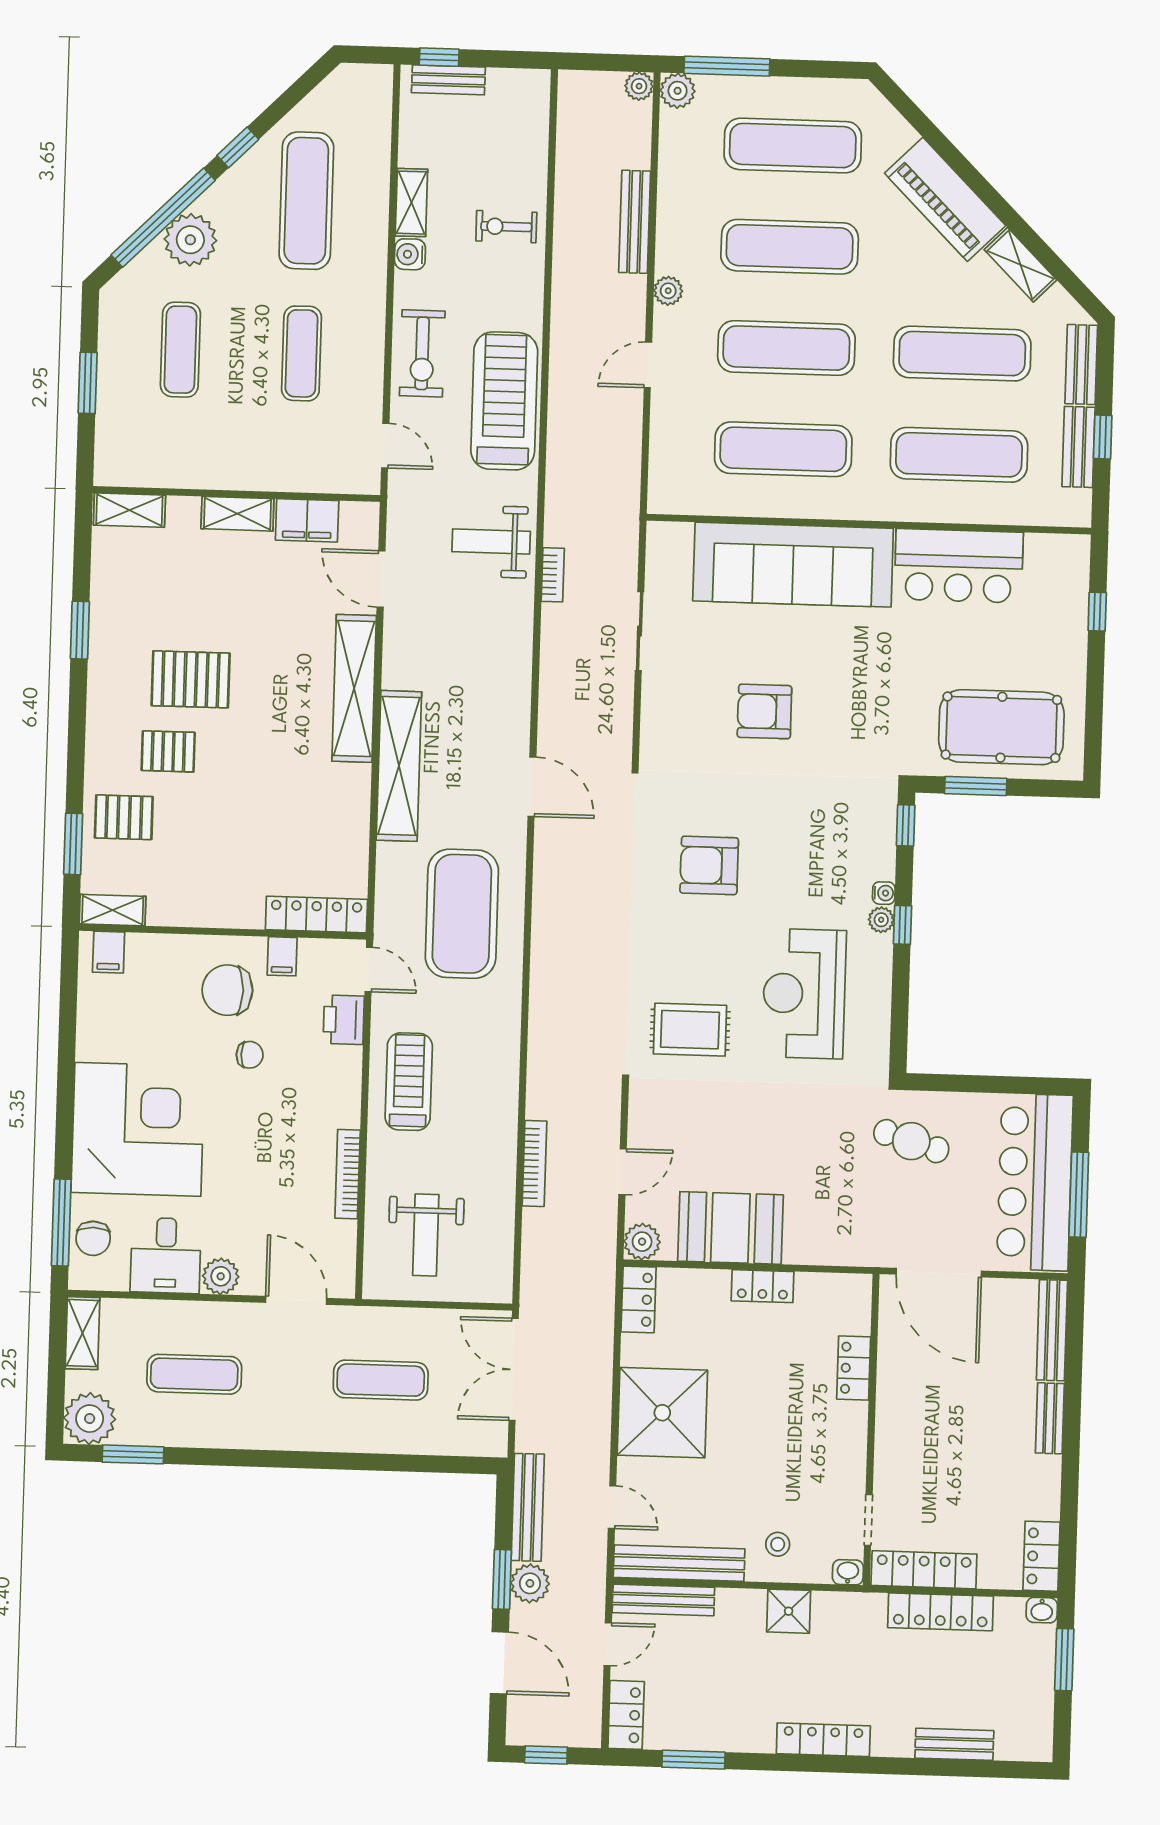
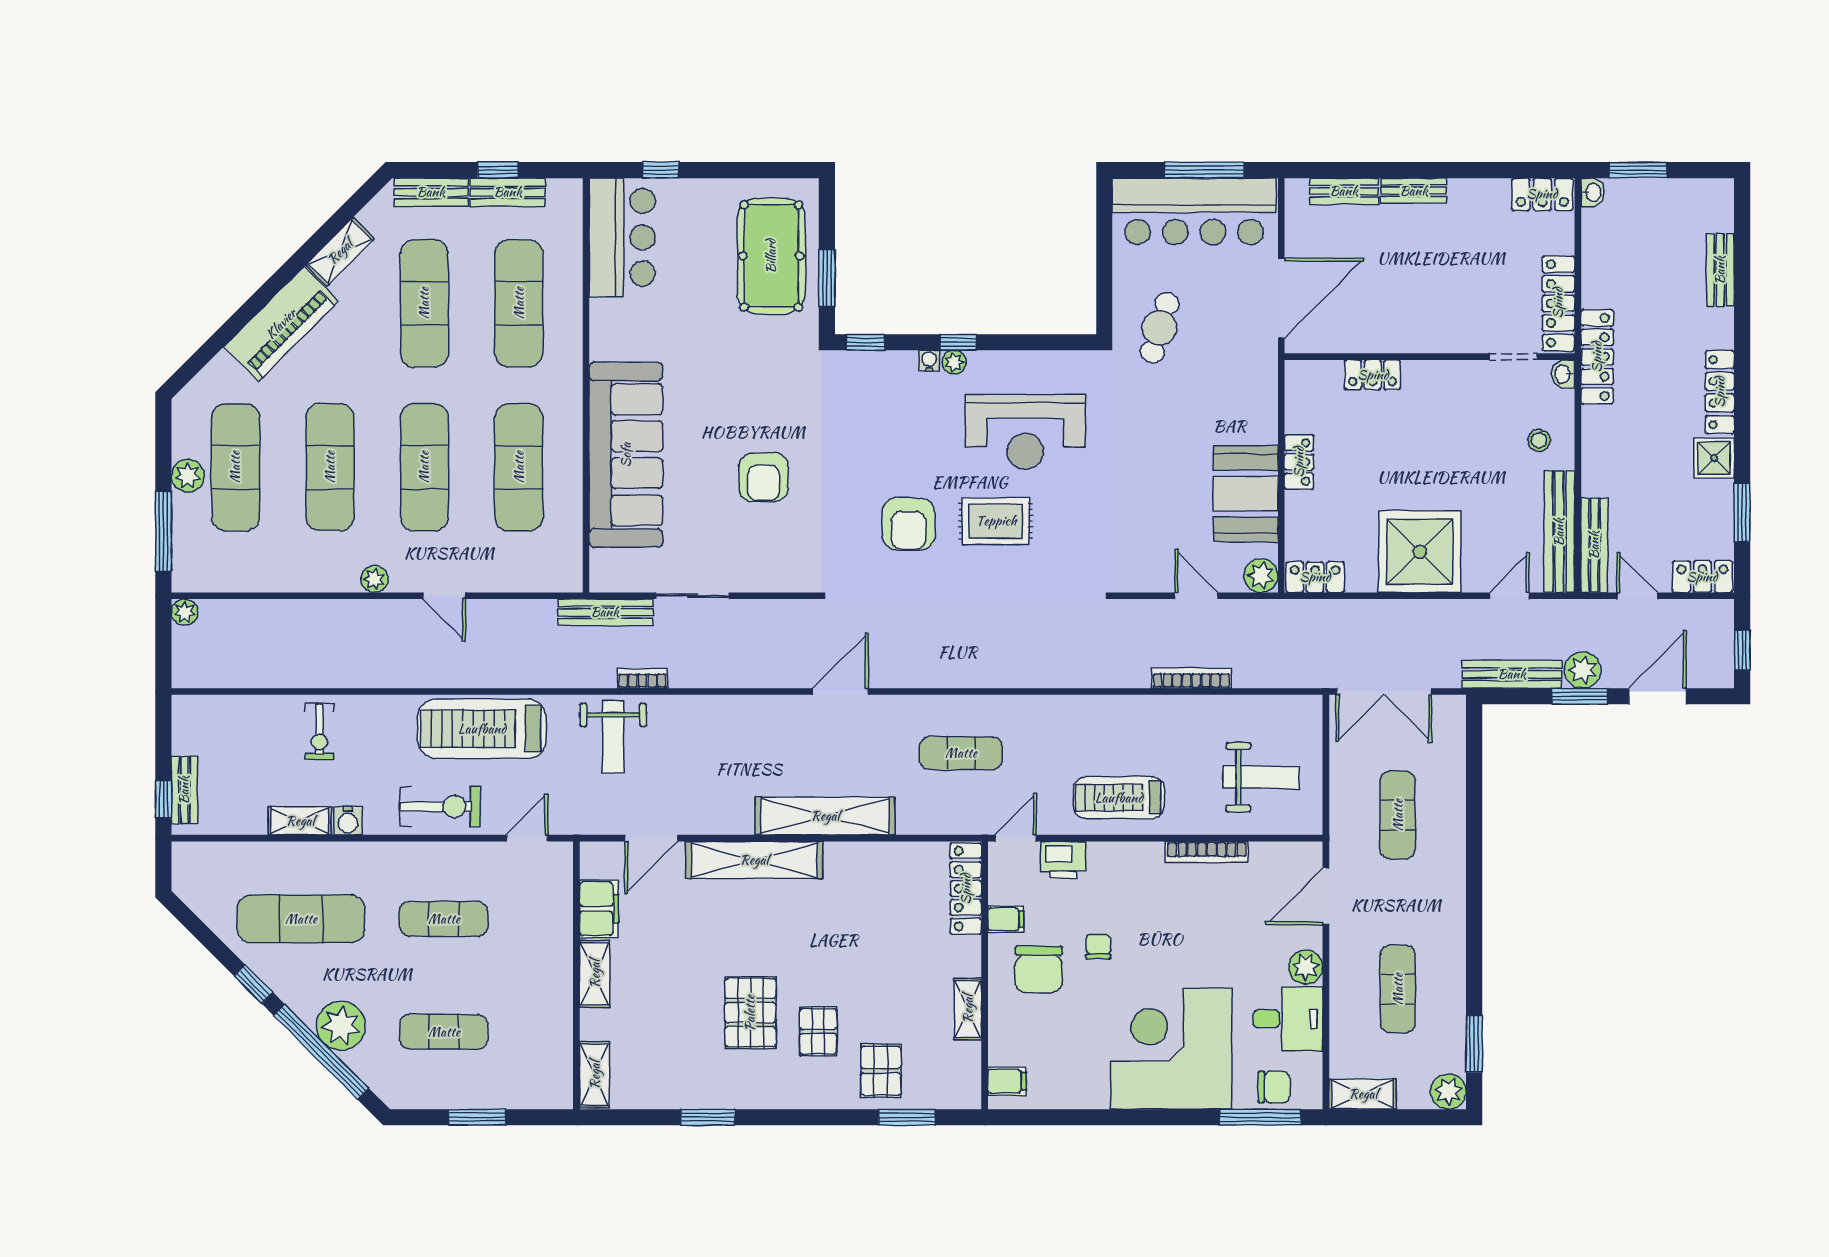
plant: (678, 91) -> (188, 476), moved
bench: (635, 222) -> (605, 612), moved
bar counter: (959, 566) -> (622, 237), moved
shelving: (113, 910) -> (968, 1009), moved
exercise mat: (462, 914) -> (961, 753), width x0.50, depth x0.69
rug: (690, 1030) -> (996, 521), moved, turned 90
bench: (1052, 1330) -> (1344, 191), width x0.73
plant: (90, 1419) -> (1448, 1092), width x0.73, depth x0.73
shower: (789, 1611) -> (1714, 458), moved
locker: (941, 1612) -> (1597, 357), moved

